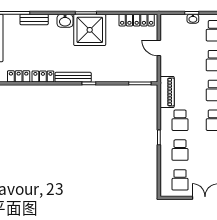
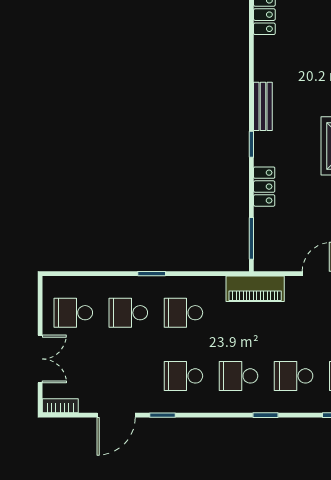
locker: (43, 77) -> (264, 187), moved
bench: (73, 77) -> (263, 106), width x0.73
piano: (167, 92) -> (255, 289), moved

